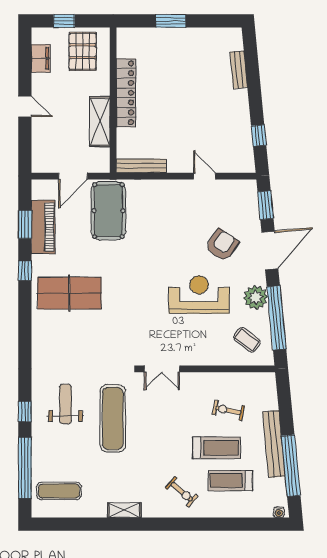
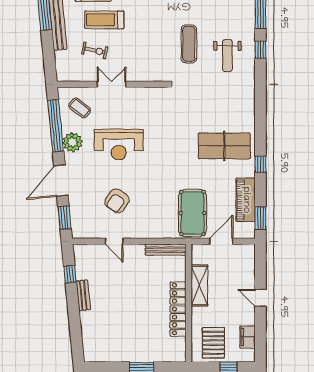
bench: (239, 70) -> (83, 295), moved
window: (25, 224) -> (260, 218), moved
armchair: (222, 245) -> (117, 201), moved
double door: (162, 369) -> (112, 84), moved
exercise mat: (113, 418) -> (189, 44), width x0.73, depth x0.69

